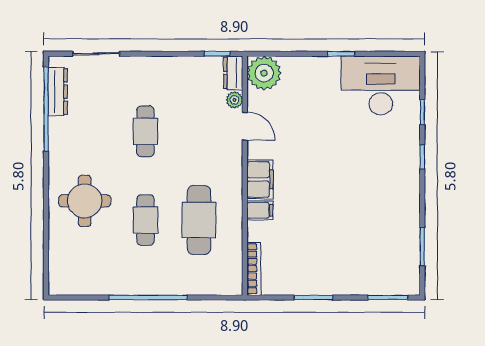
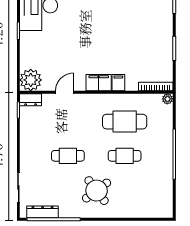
plant: (234, 100) -> (167, 99), moved
round table: (85, 201) -> (97, 191), moved, turned -37

